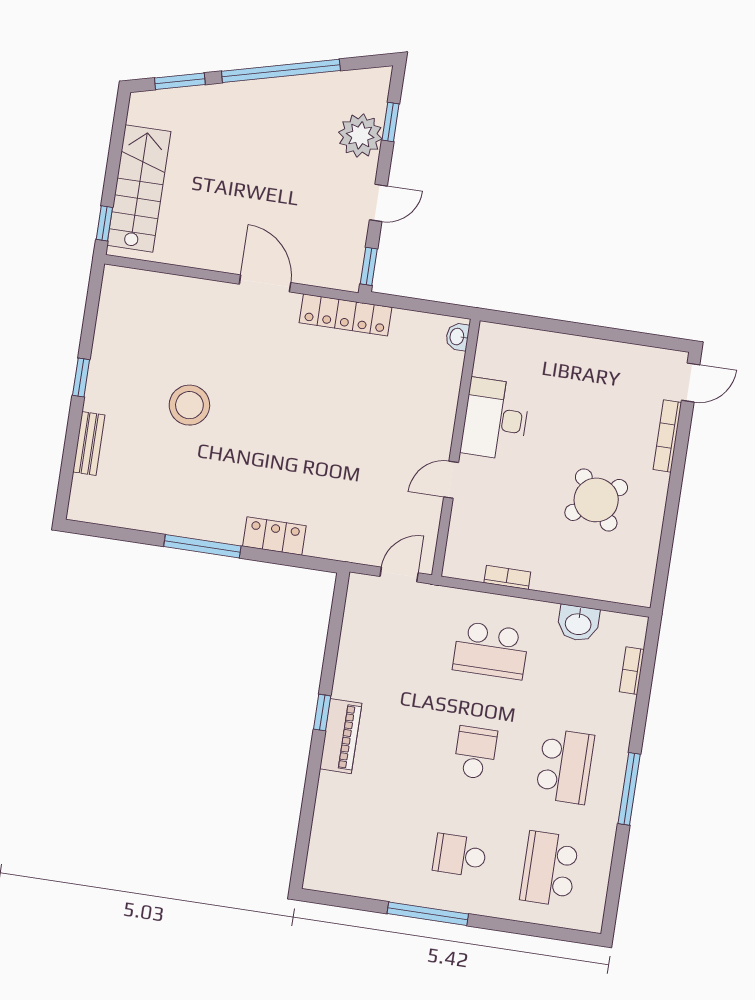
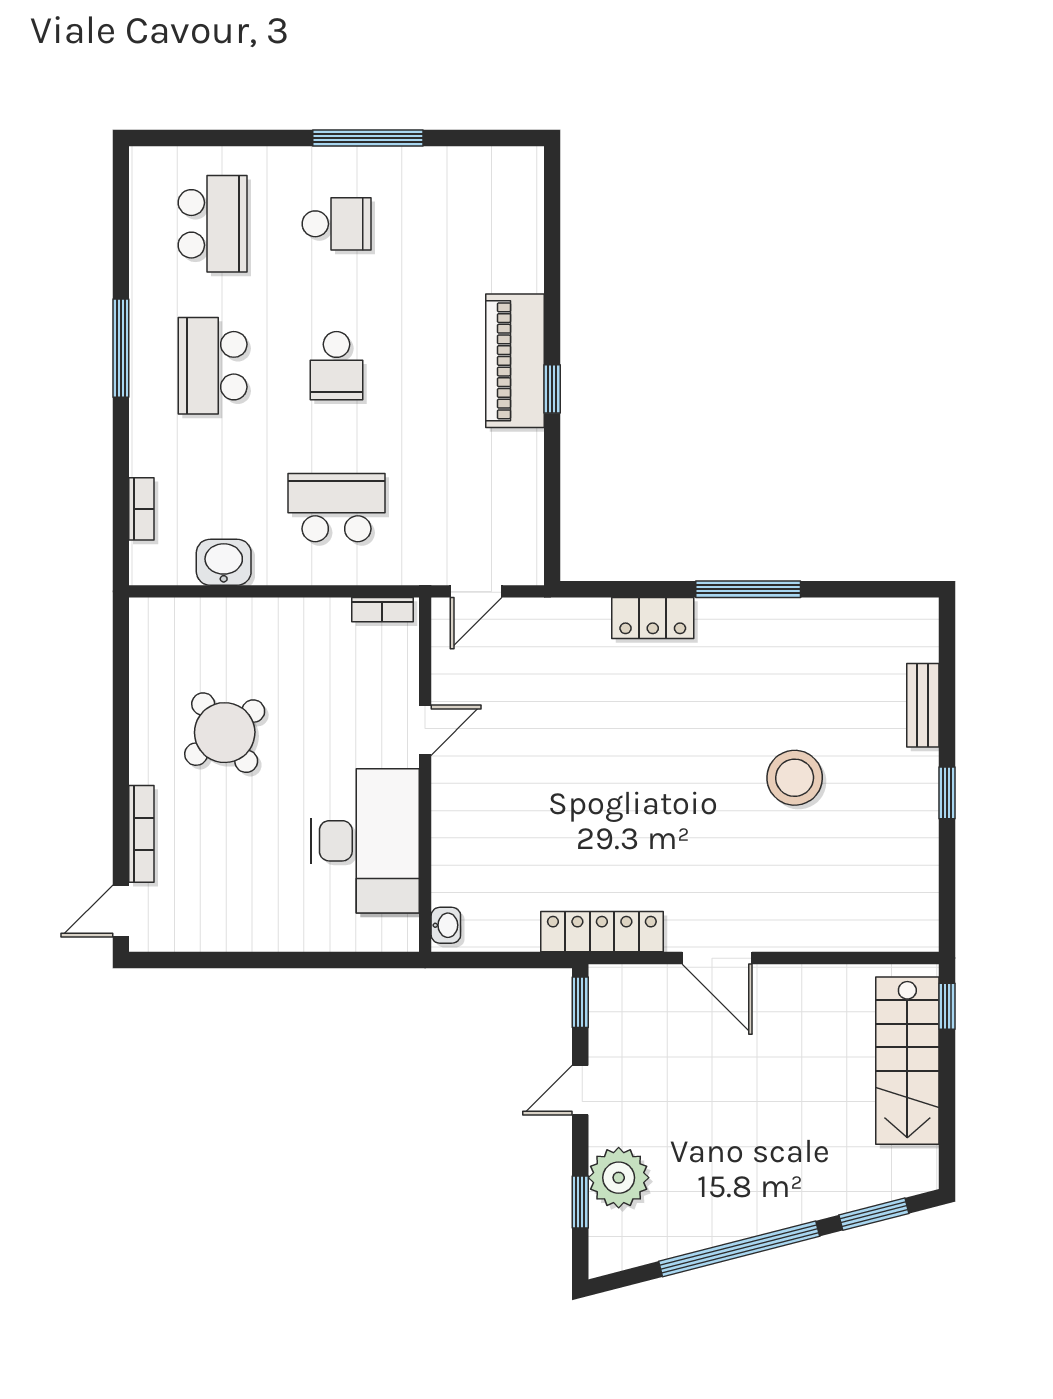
desk: (495, 419) -> (365, 841), width x1.36, depth x1.30
bookcase: (507, 577) -> (382, 610), moved
piano: (341, 736) -> (515, 361), width x1.37, depth x1.33

